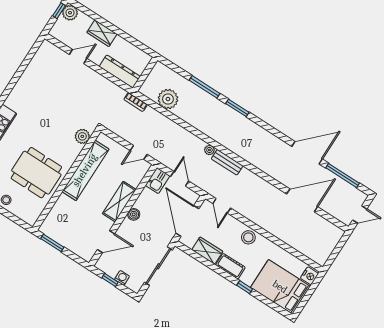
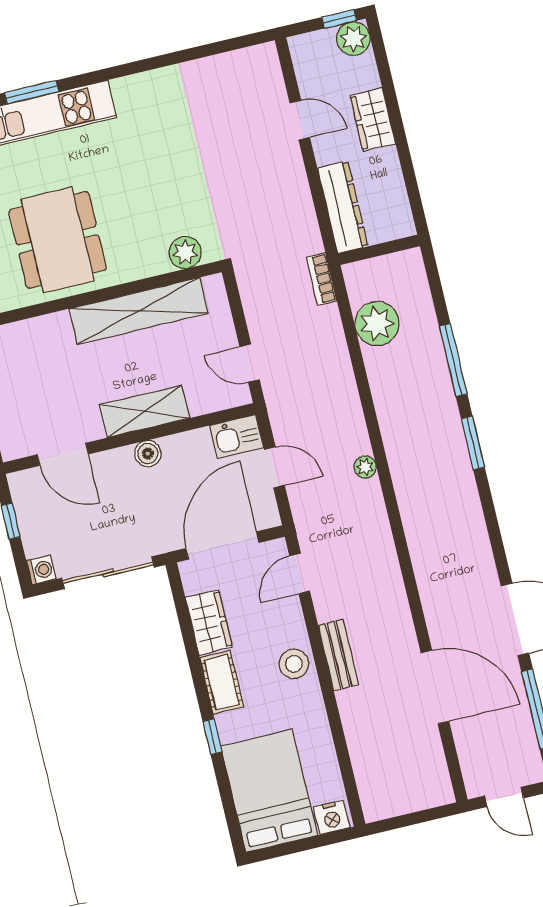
bench: (227, 162) -> (338, 655), moved
door: (180, 179) -> (274, 467), hinge flipped
washing machine: (122, 278) -> (41, 570), moved

